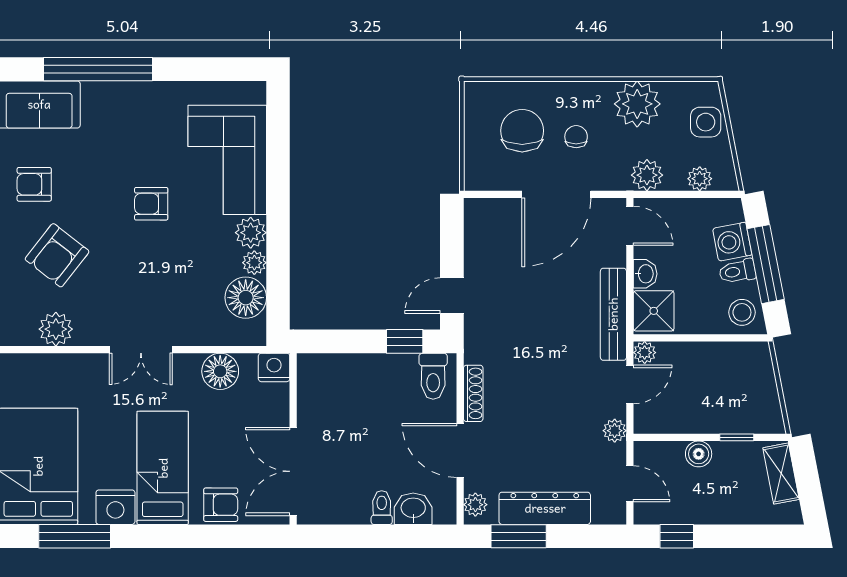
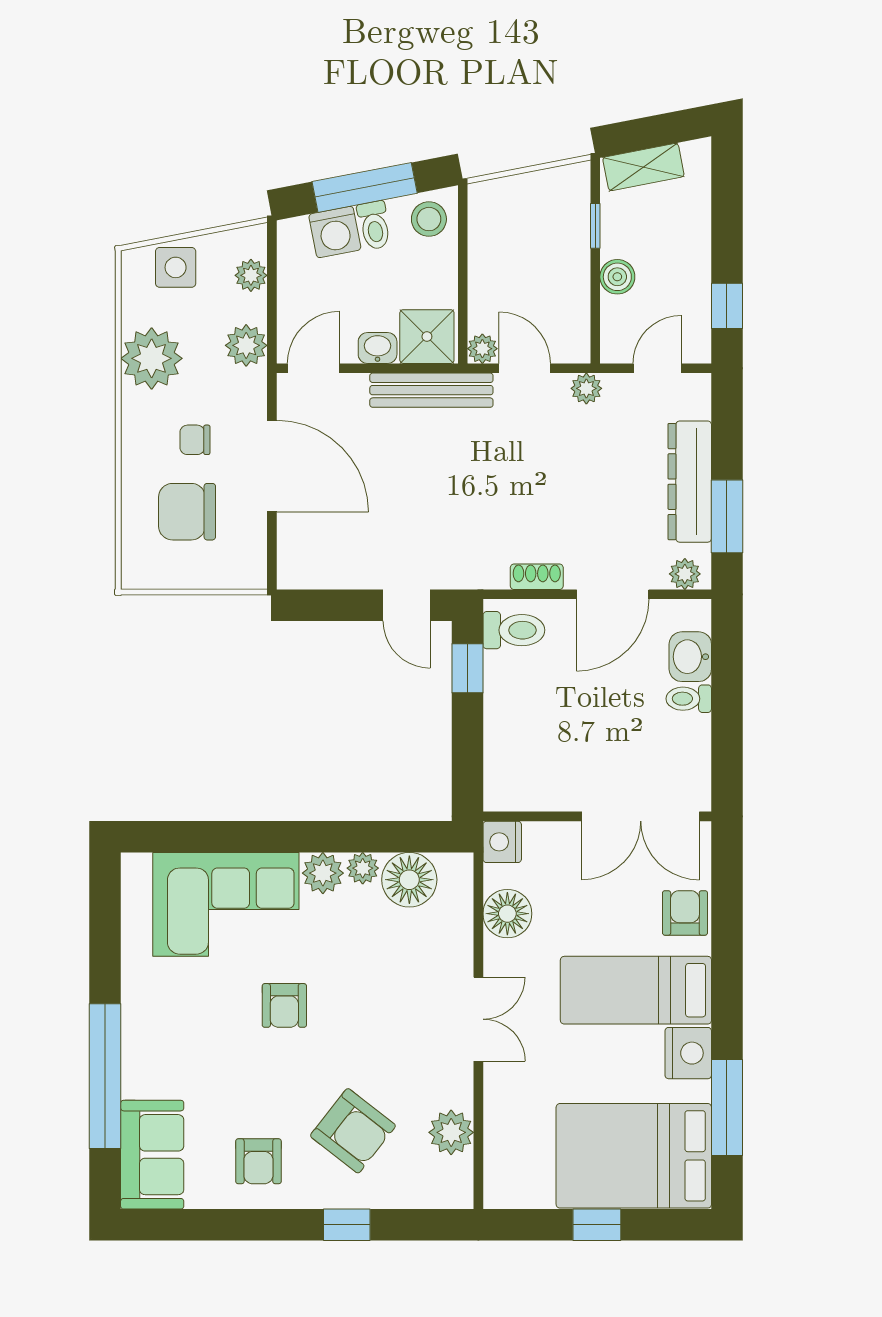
shoe rack: (473, 393) -> (537, 577), width x0.70

